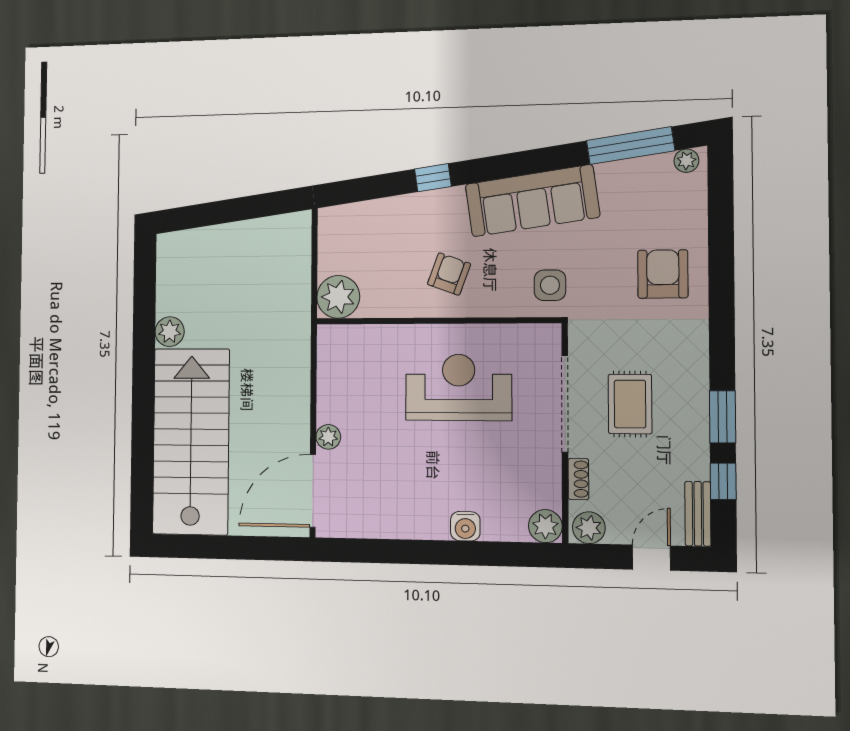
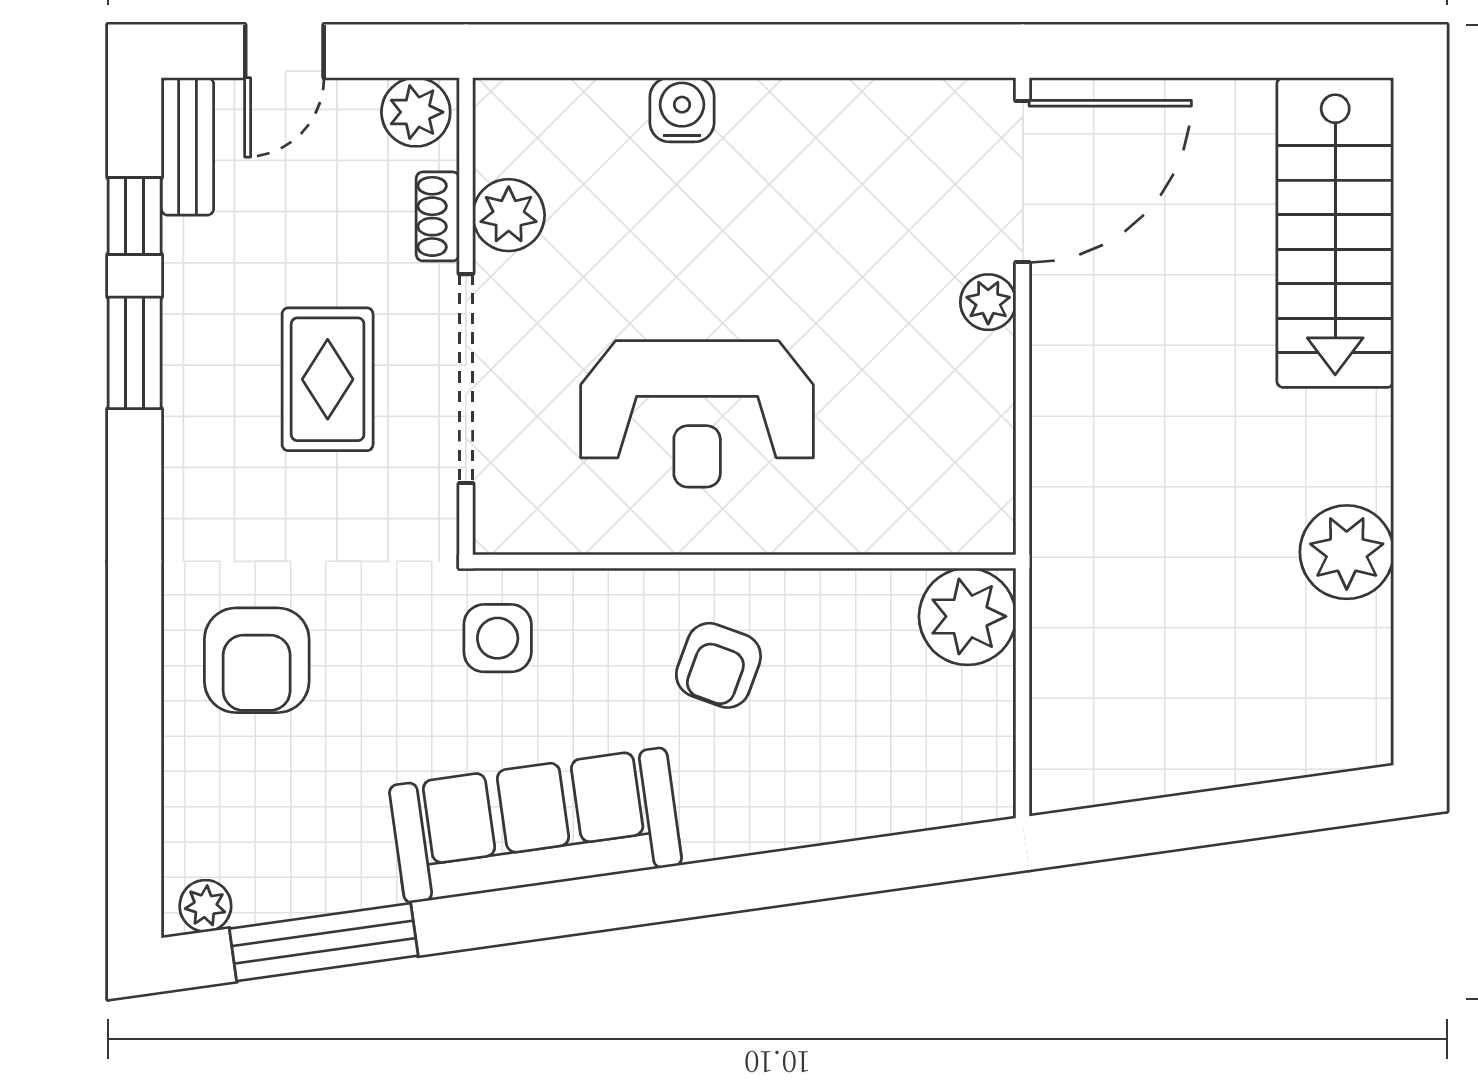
window: (433, 178) -> (755, 882), removed
plant: (170, 332) -> (1347, 552), width x1.36, depth x1.36
stairs: (191, 441) -> (1335, 233), width x0.73, depth x0.66
plant: (545, 526) -> (509, 215), moved

